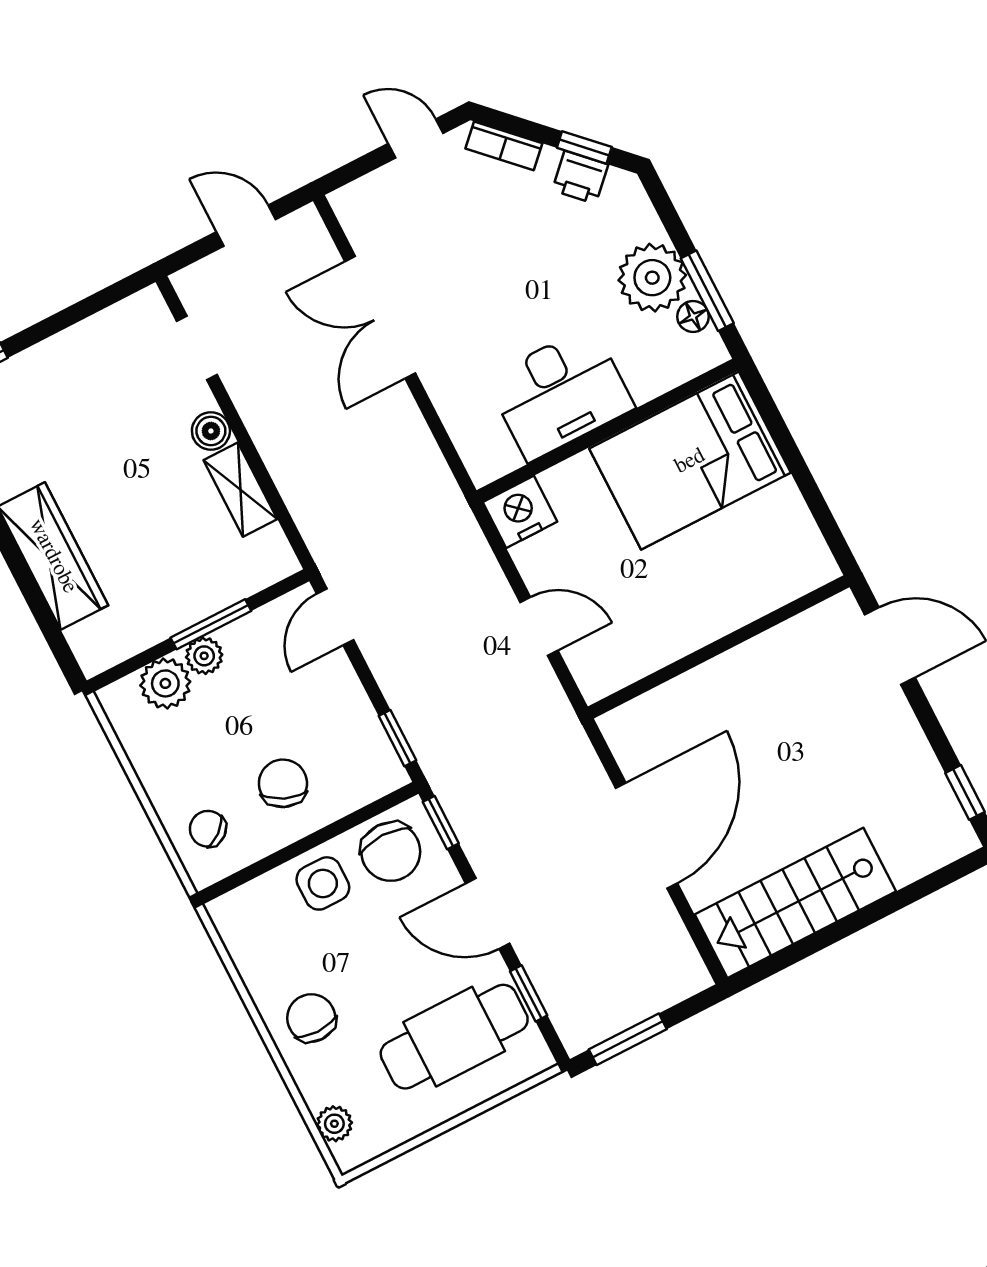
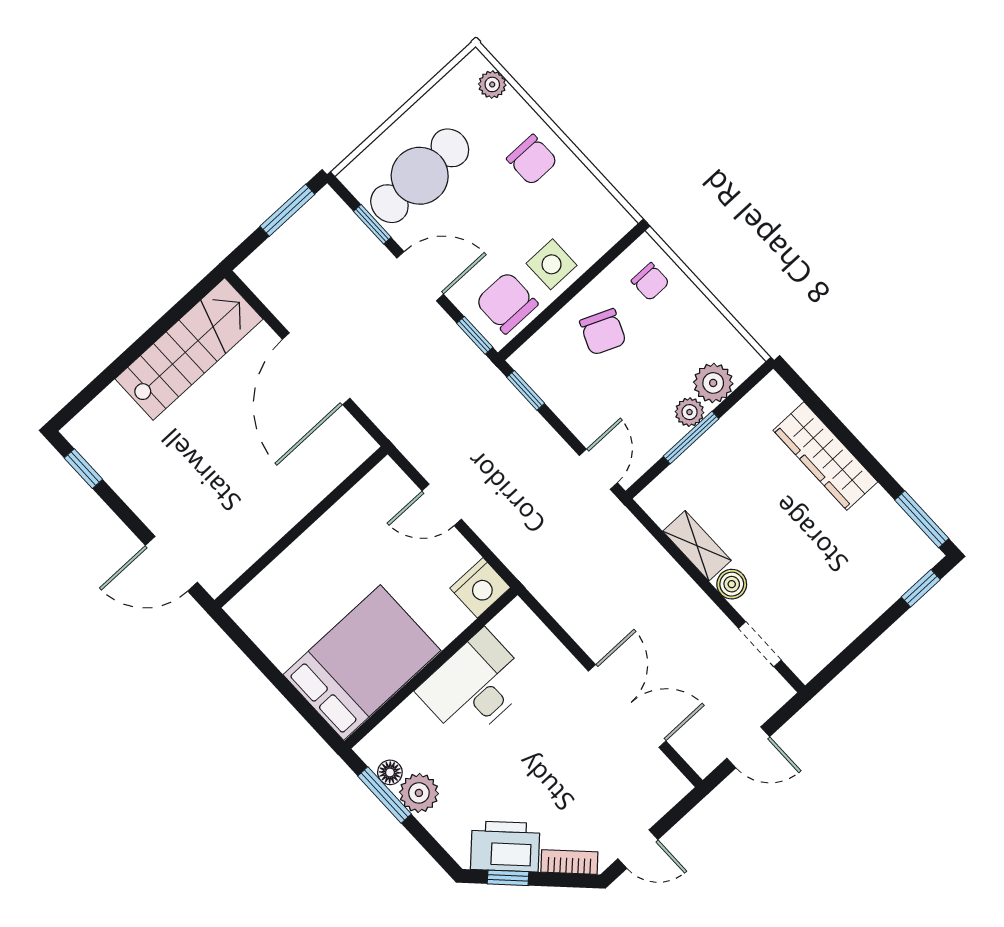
printer: (580, 177) -> (505, 846), width x1.87, depth x1.48
plant: (652, 278) -> (419, 793), width x0.73, depth x0.73
chair: (208, 829) -> (650, 282), turned 39

